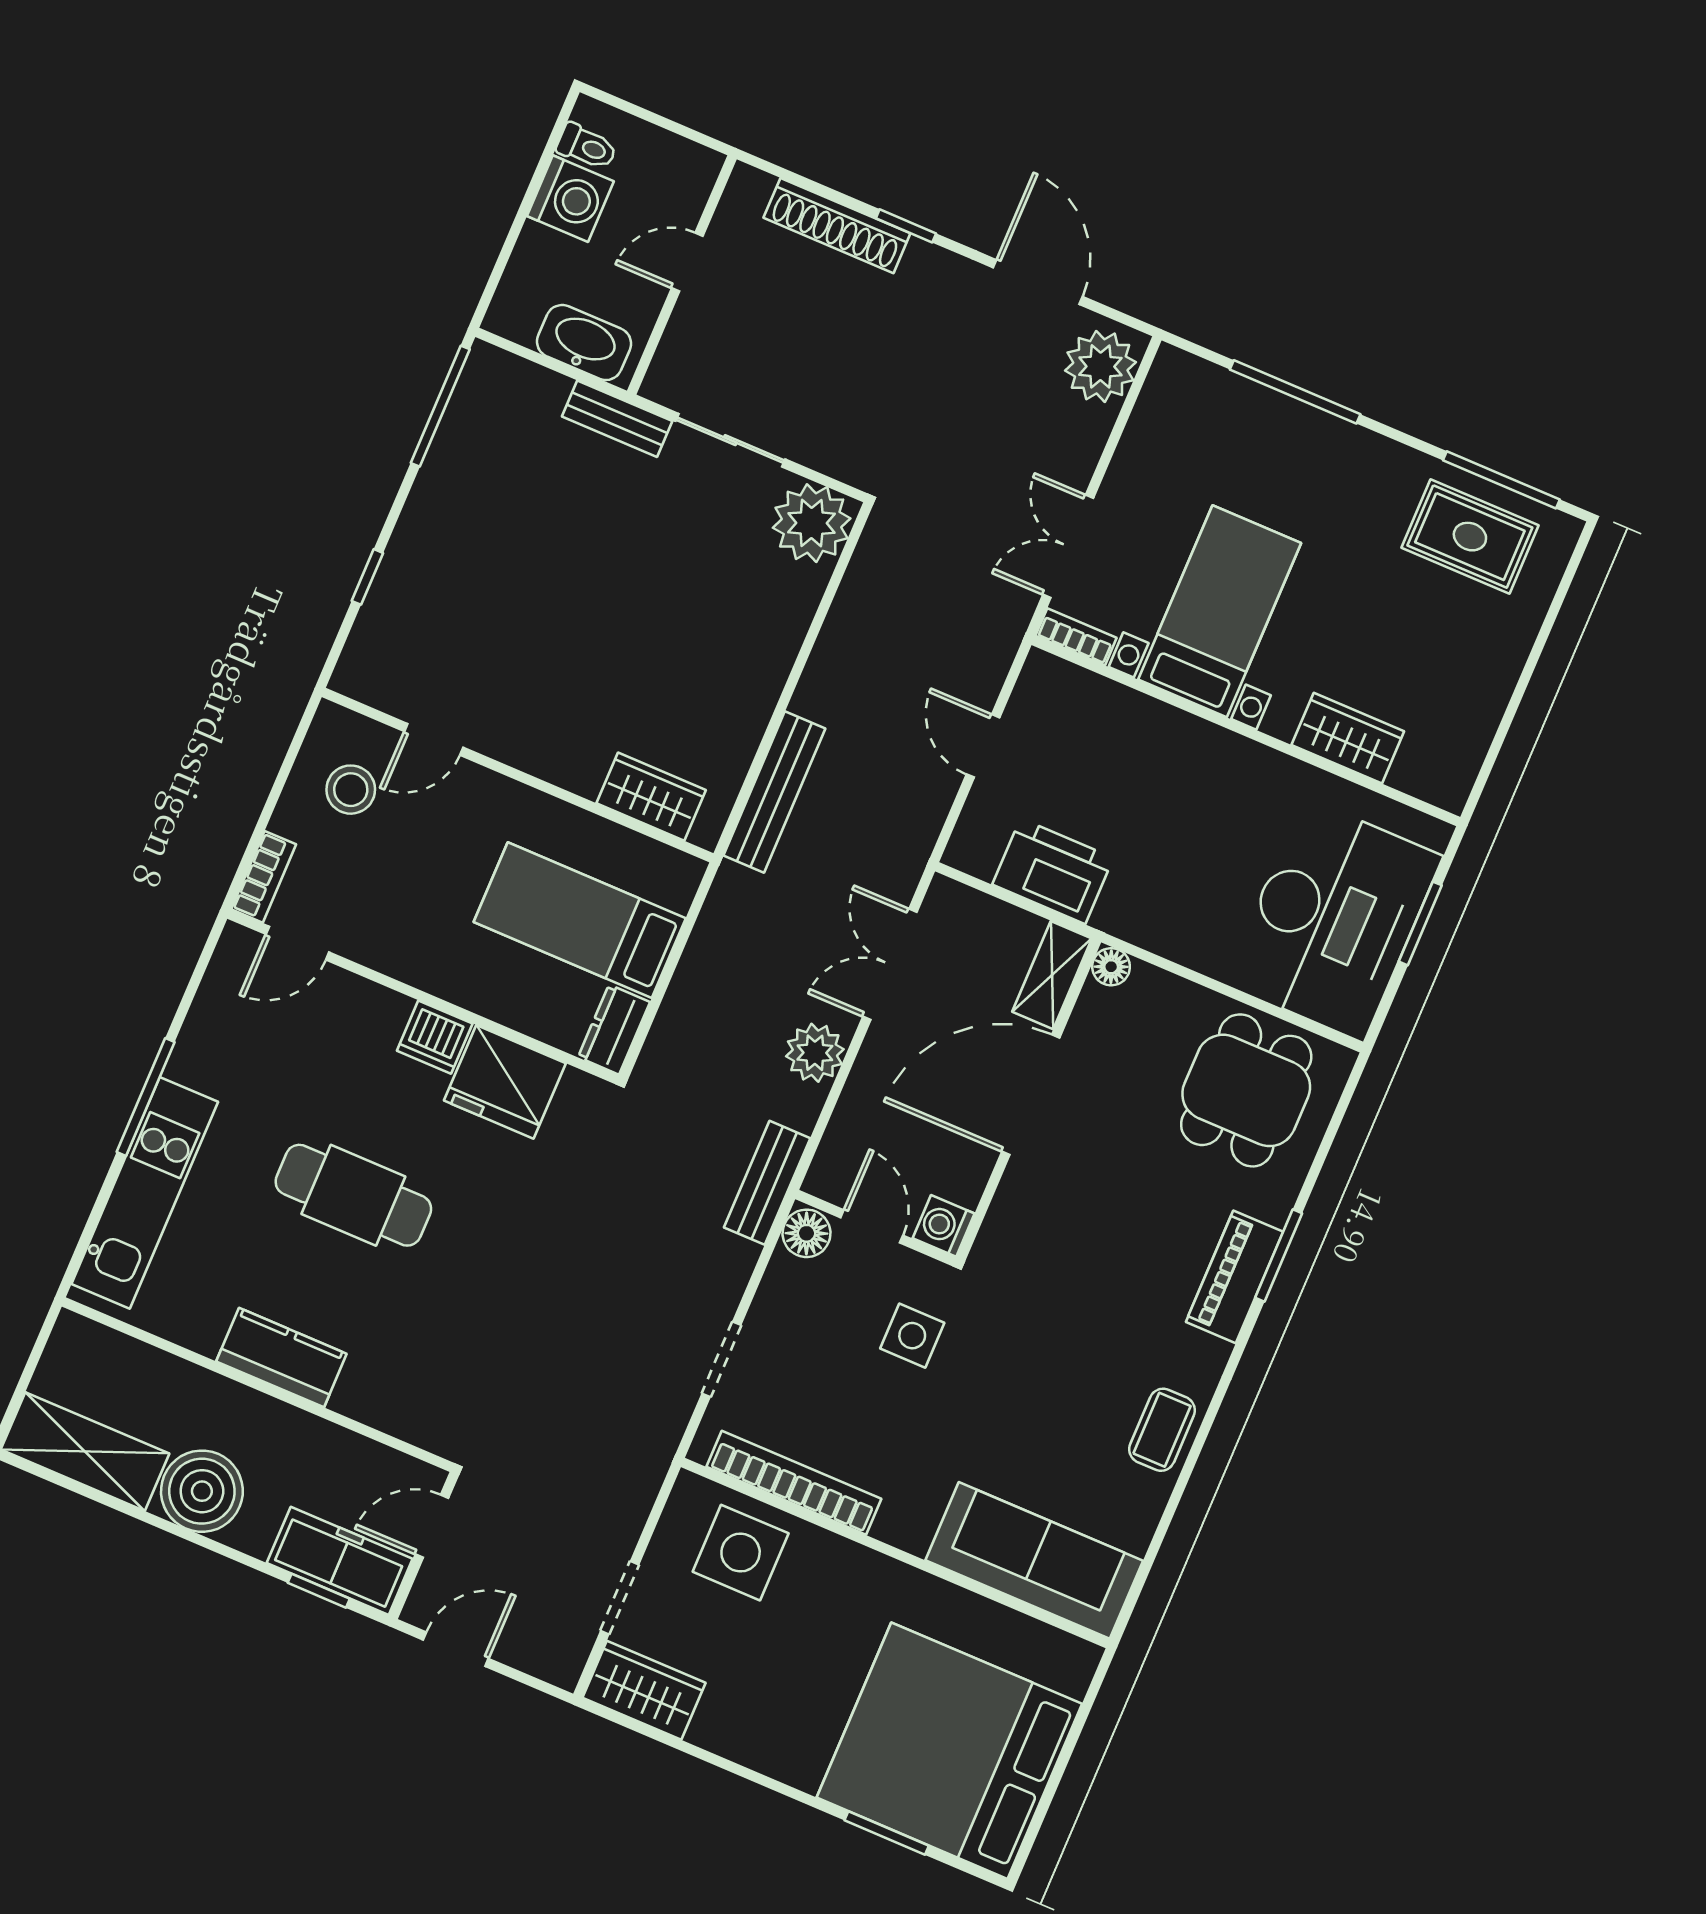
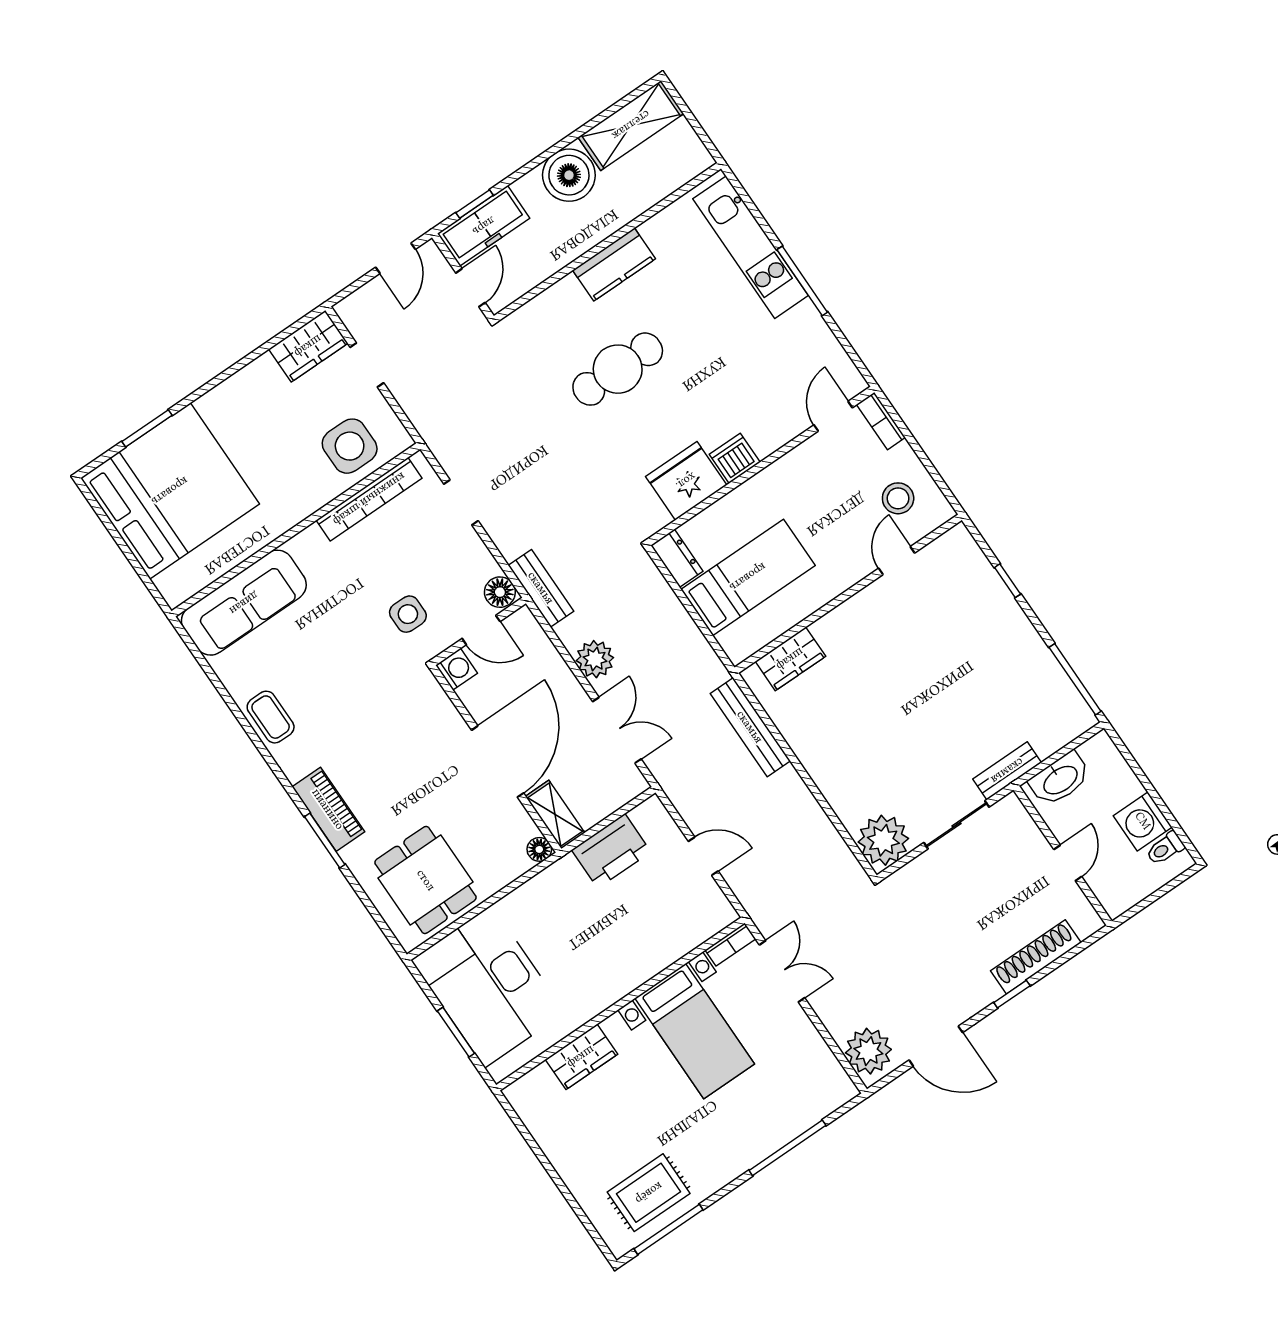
cafe table: (353, 1195) -> (618, 369), moved

